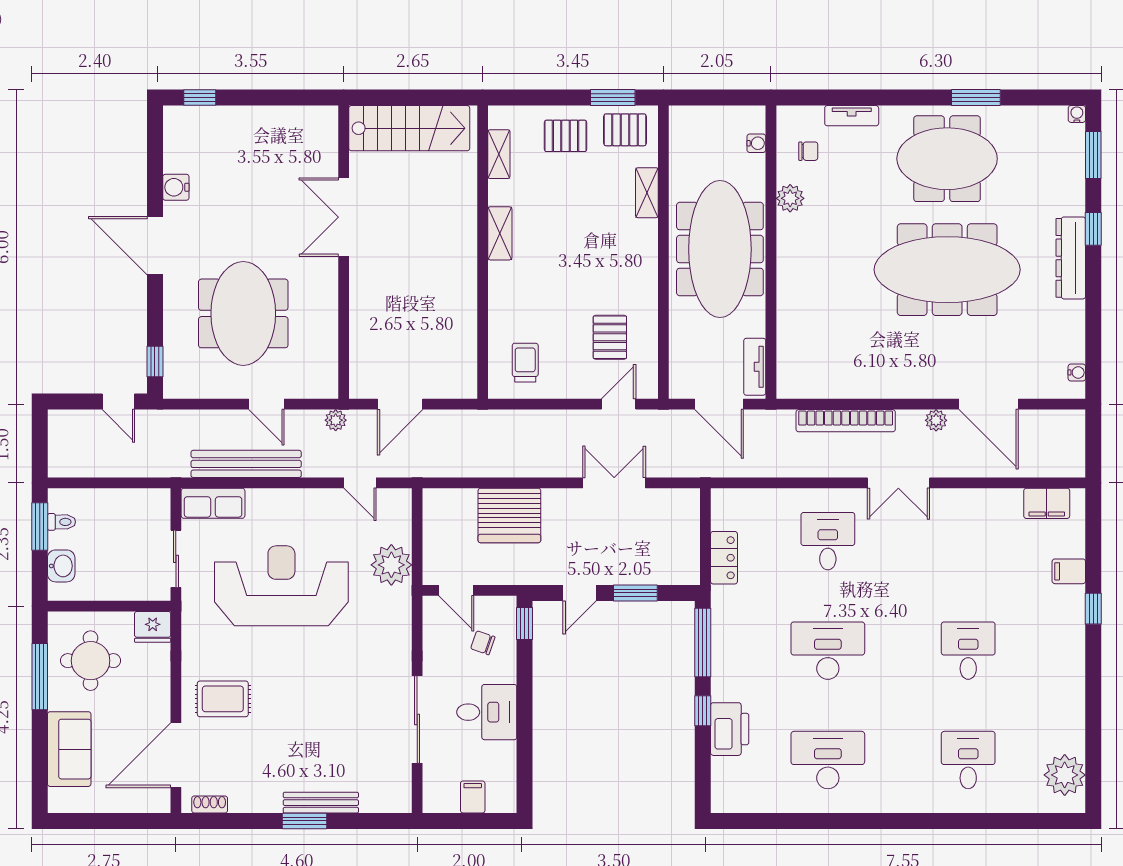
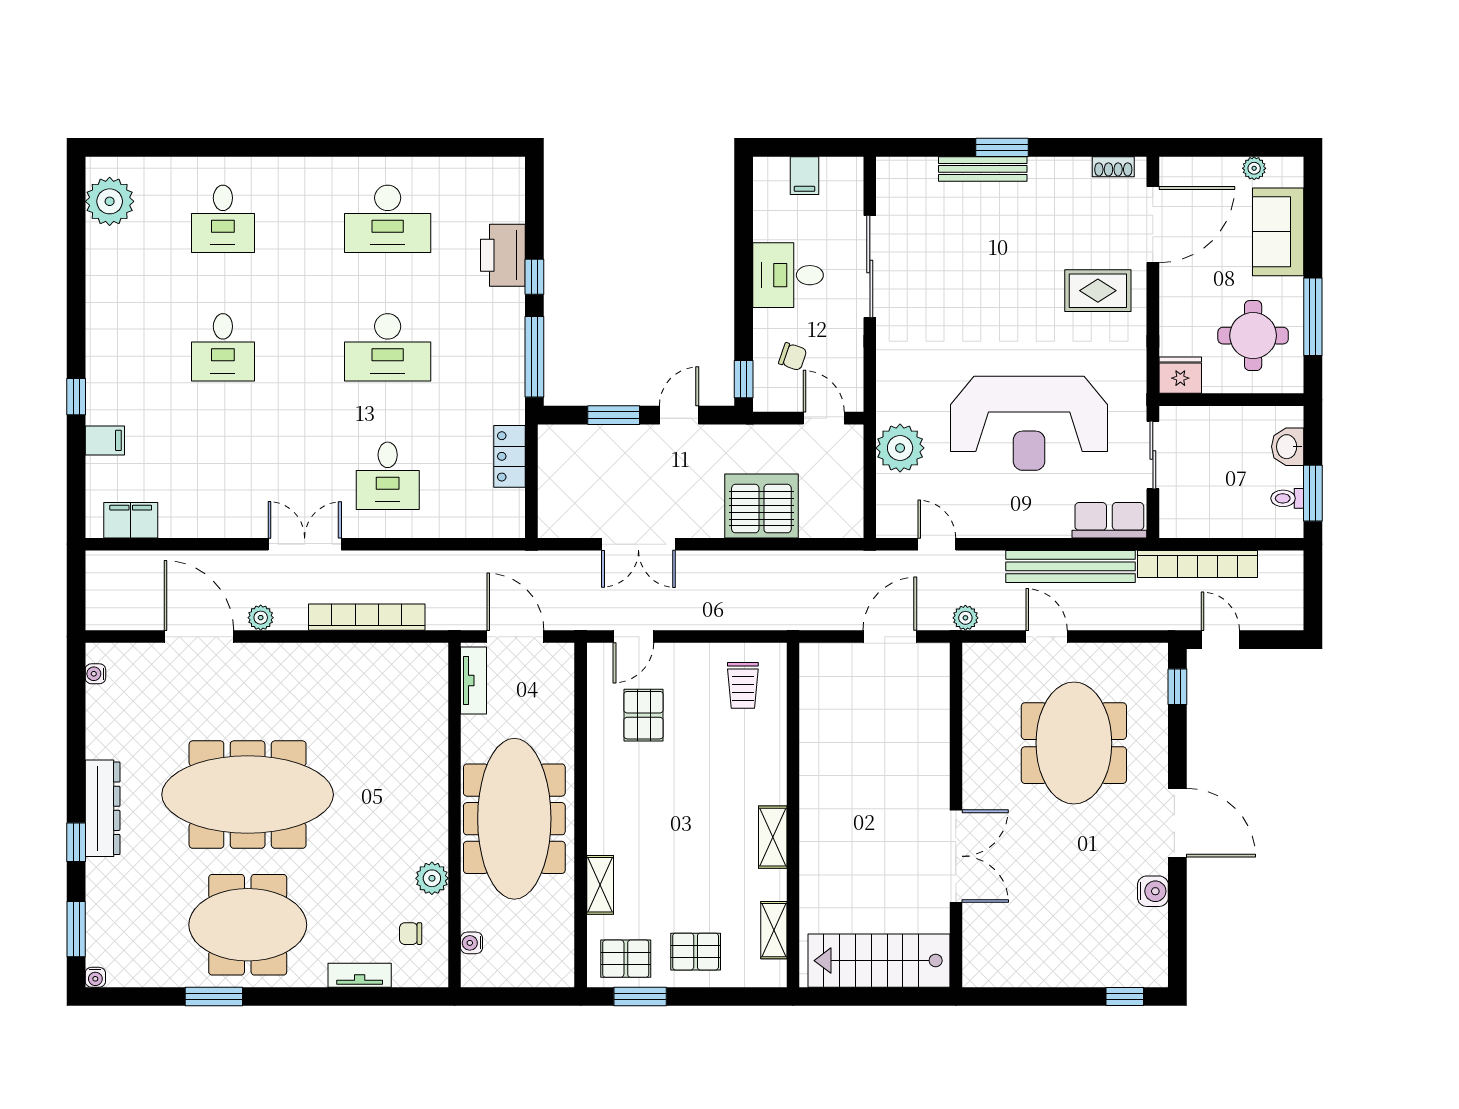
bookcase: (138, 466) -> (1198, 564), added
plant: (90, 803) -> (1254, 168), added

